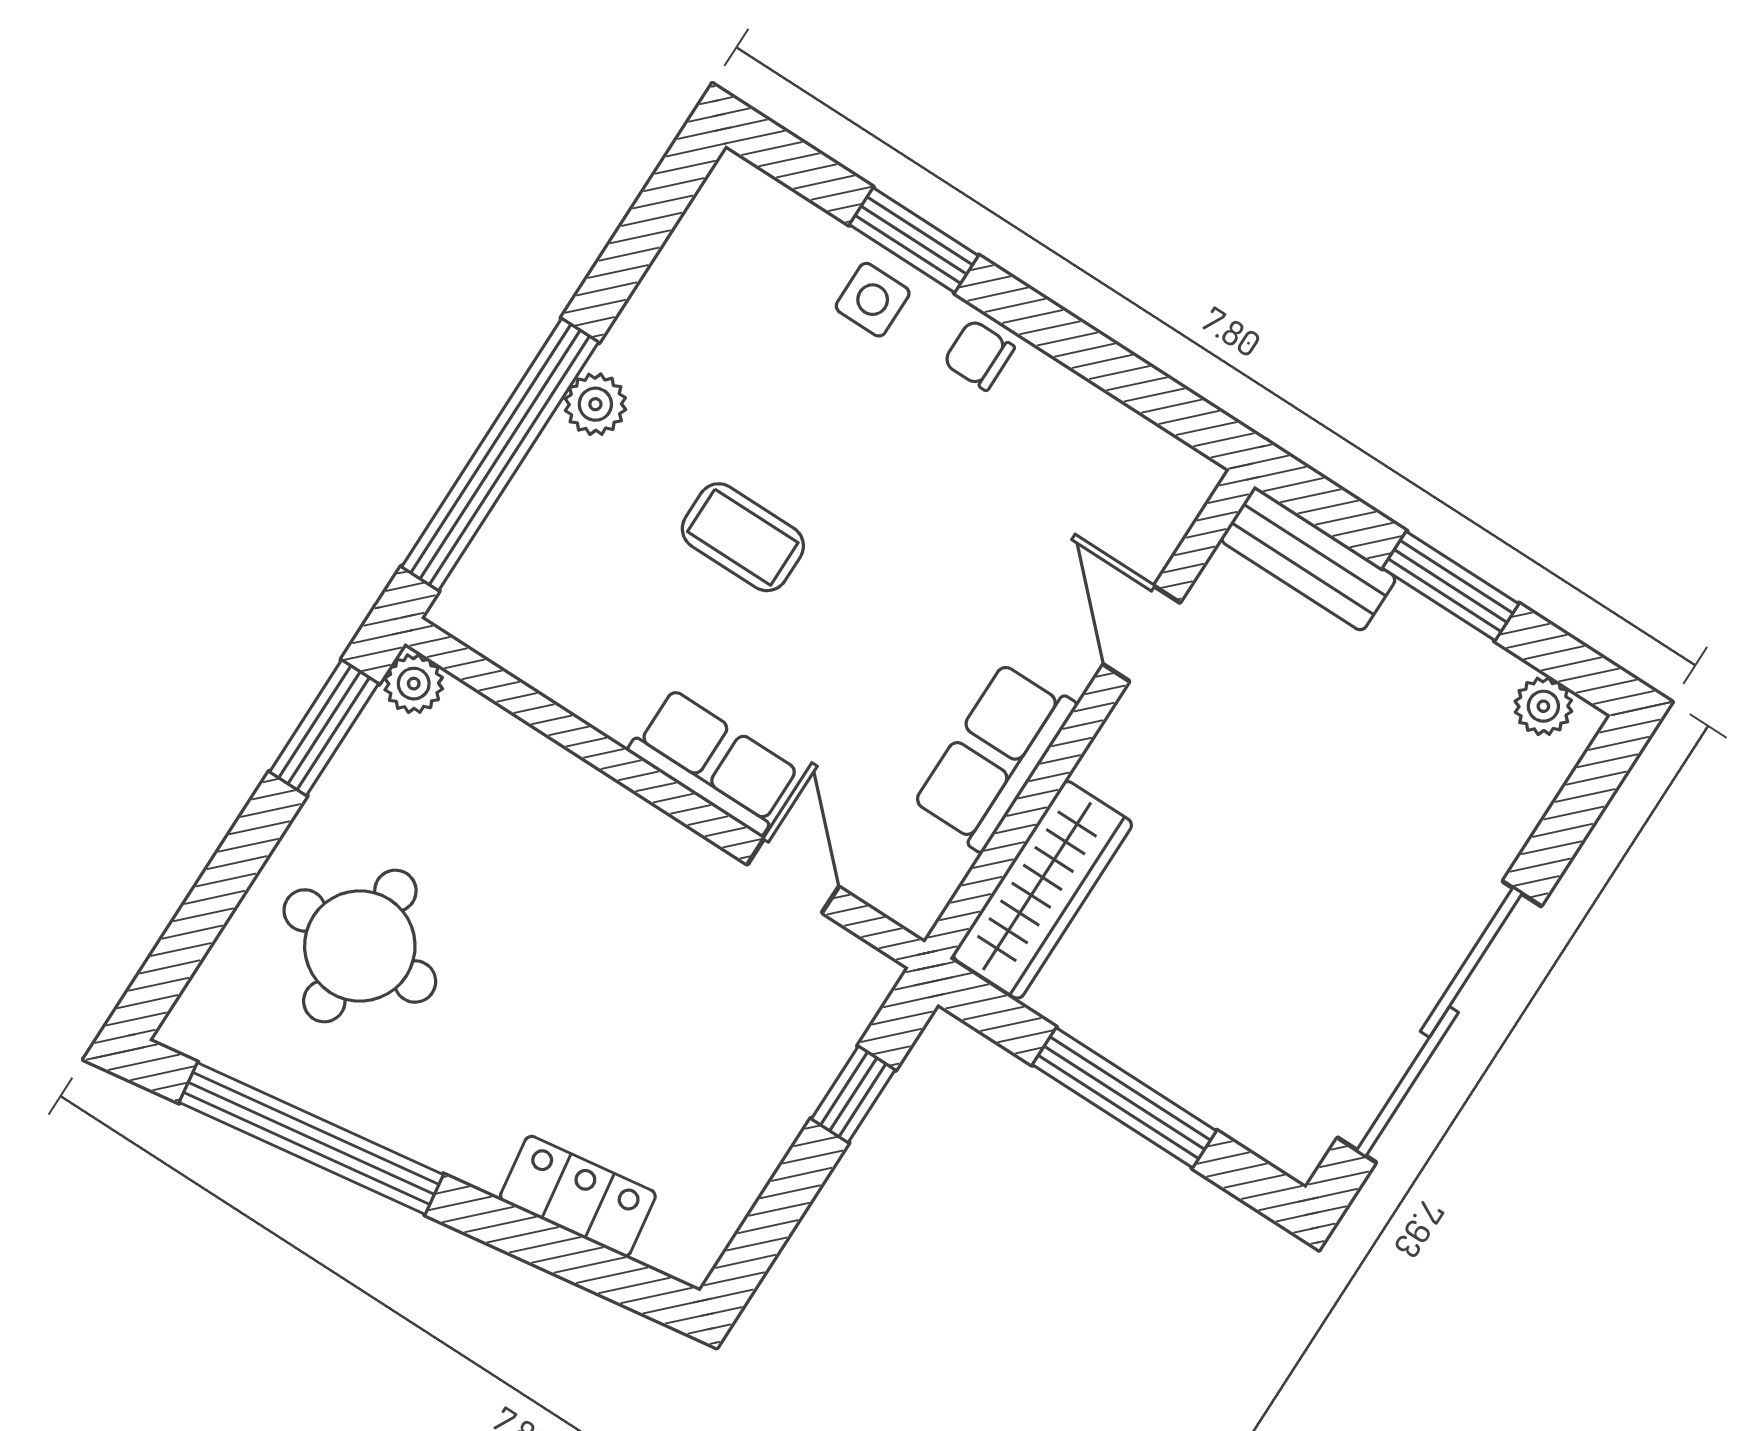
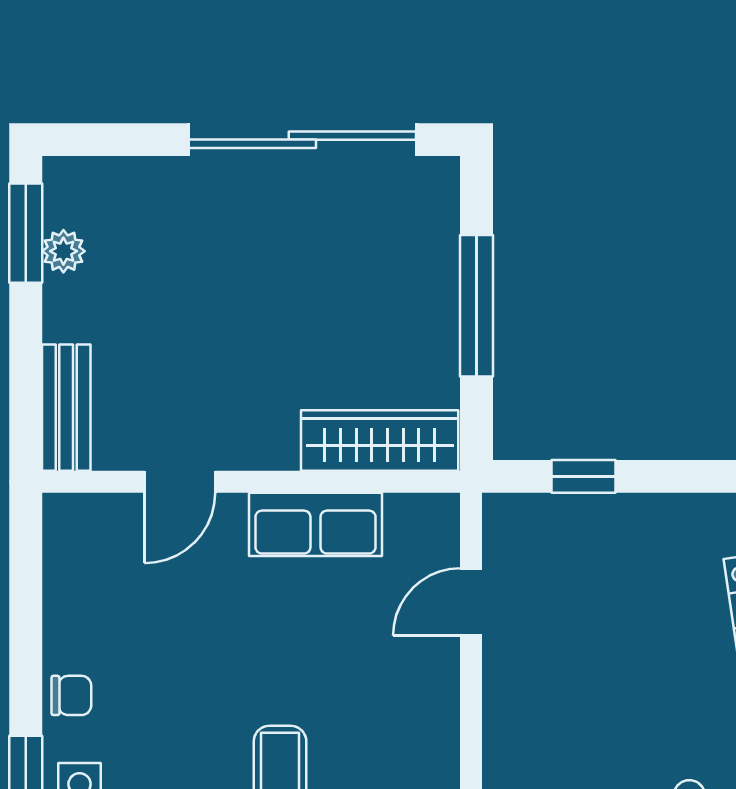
chair: (979, 355) -> (71, 695), turned -90
window: (1451, 586) -> (26, 233), moved
plant: (1543, 706) -> (63, 251), moved
row of seats: (715, 762) -> (432, 697), removed

